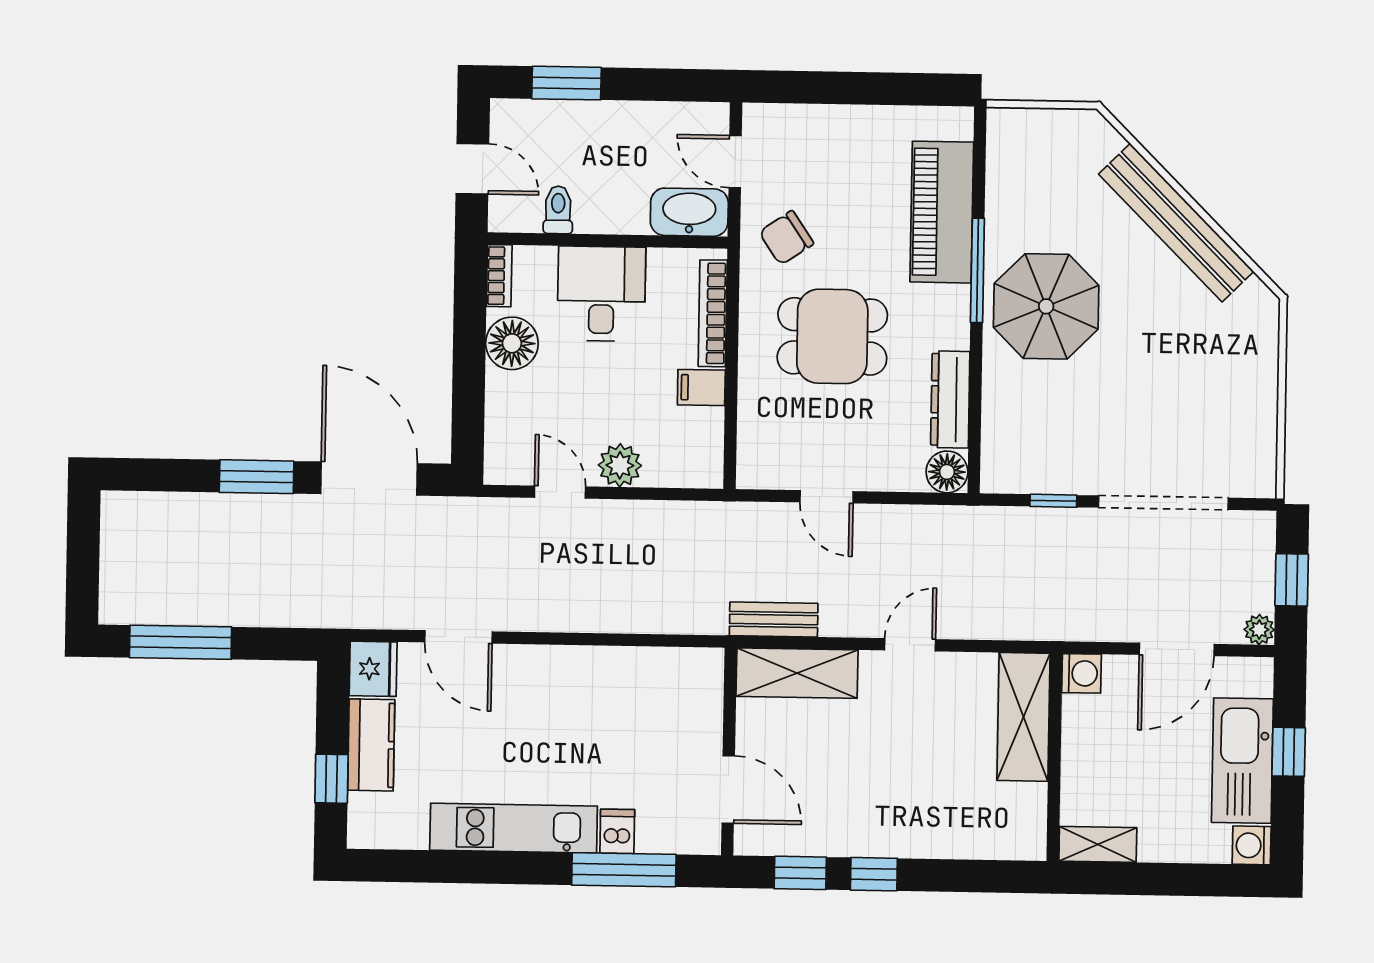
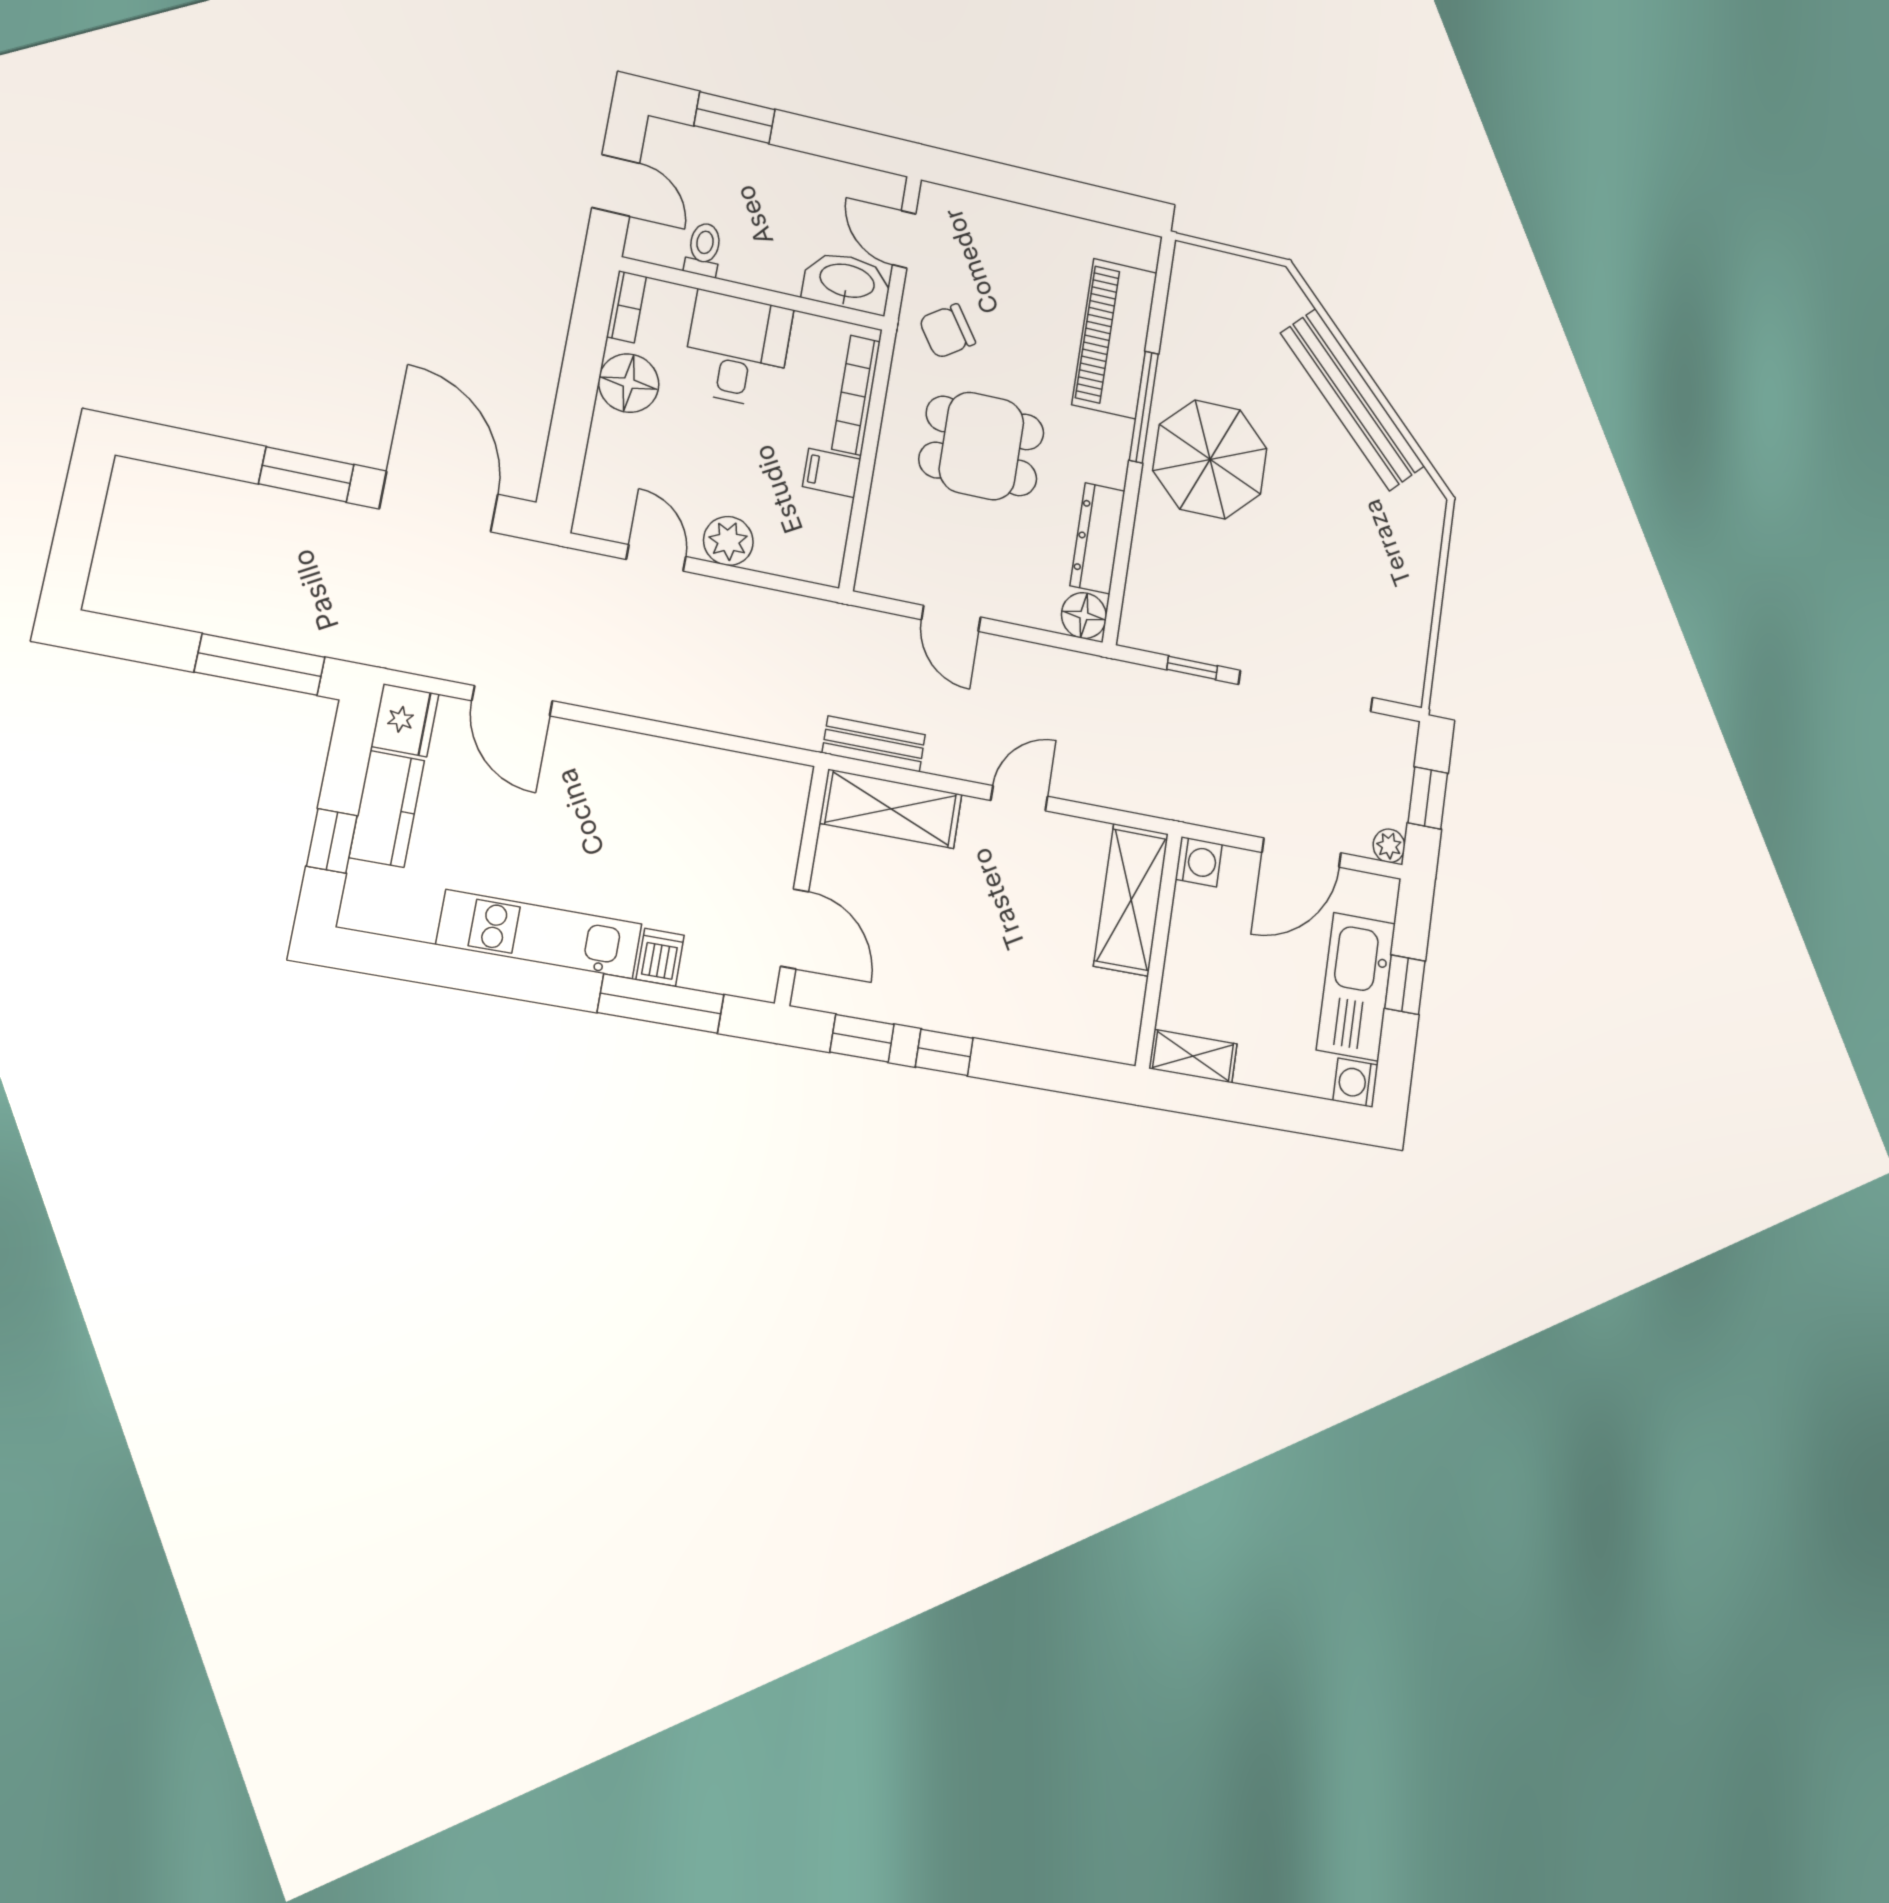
window: (180, 642) -> (260, 665), moved

